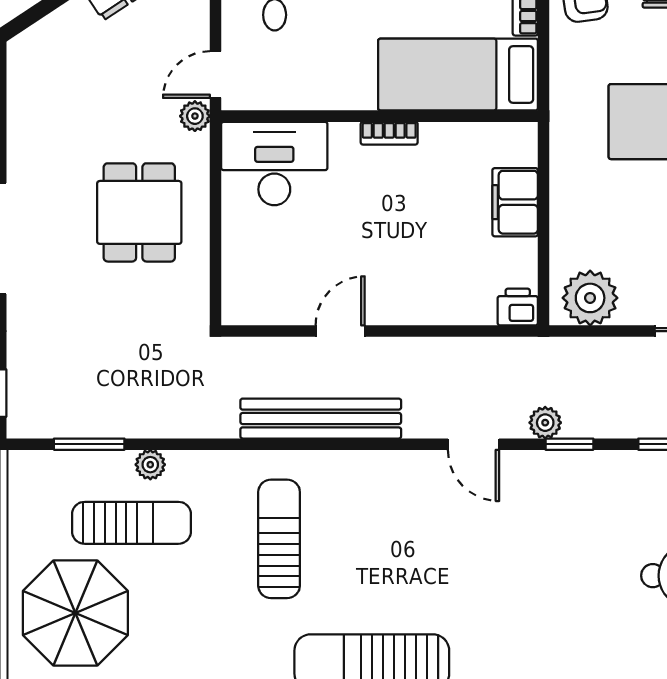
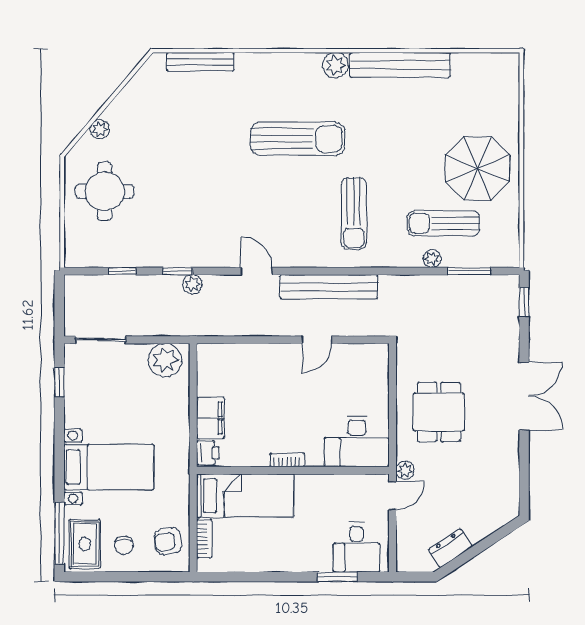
printer: (518, 307) -> (208, 453), moved, turned -90
door: (474, 444) -> (256, 271), moved

